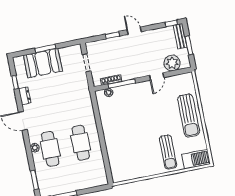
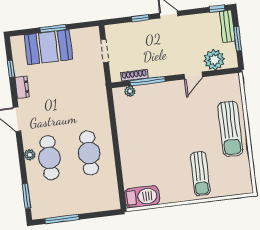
barbecue: (196, 159) -> (142, 197), moved

